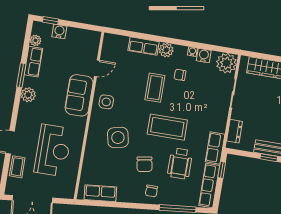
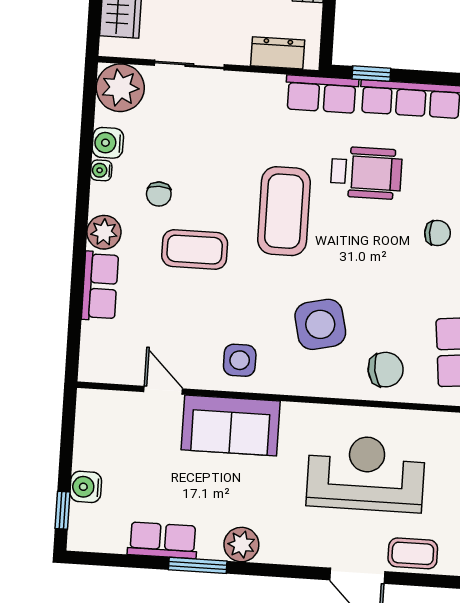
plant: (35, 40) -> (112, 540), removed
chair: (144, 164) -> (386, 370), moved

